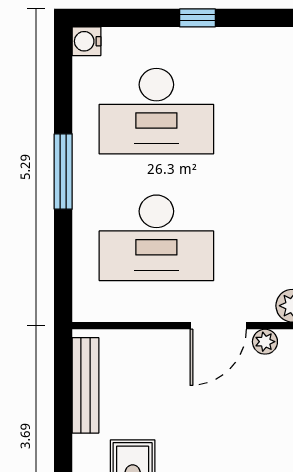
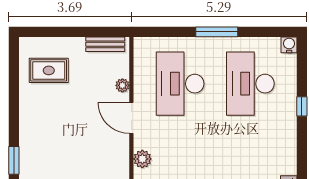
plant: (265, 342) -> (122, 85), moved
bench: (85, 385) -> (105, 44), width x0.73

